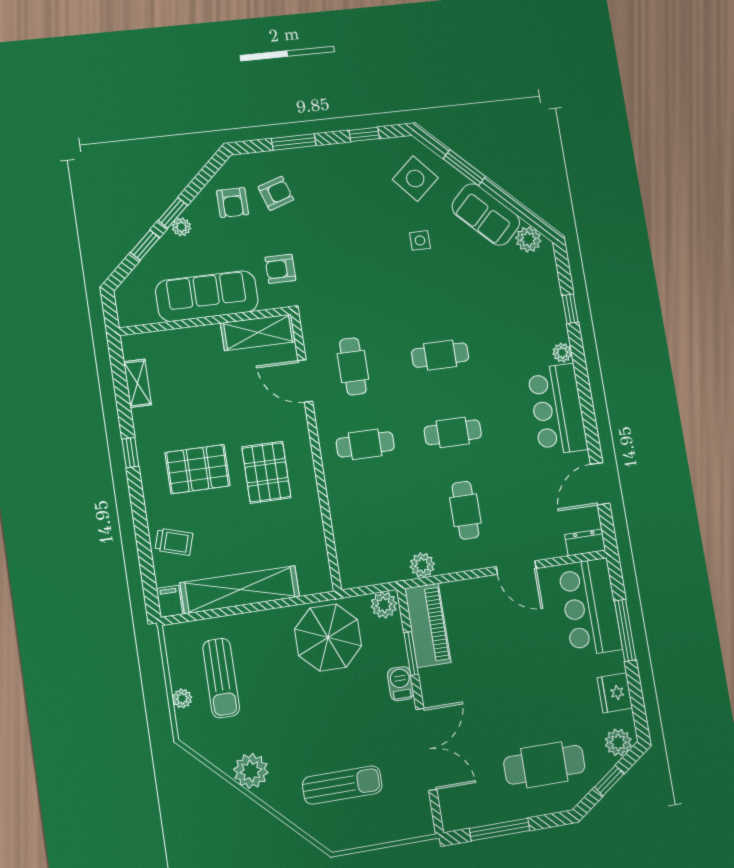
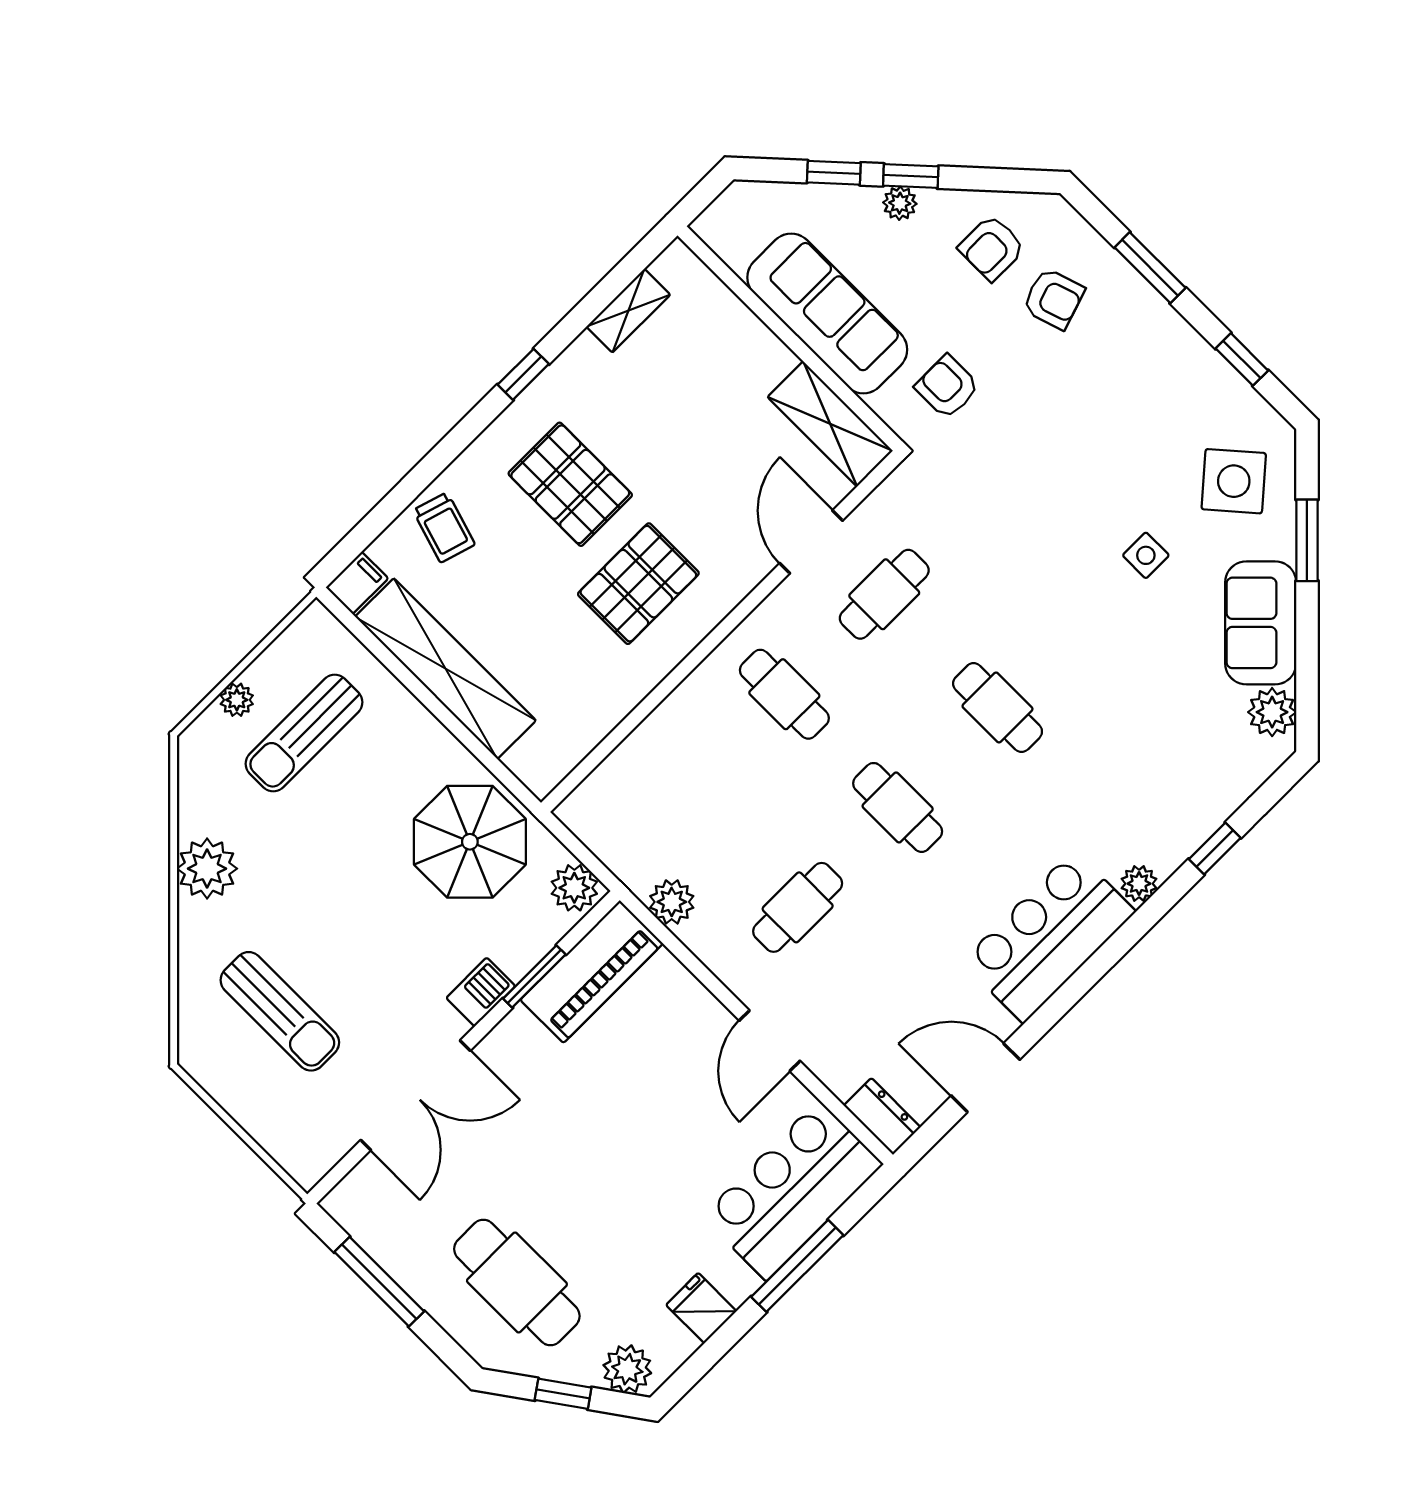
fridge: (615, 693) -> (701, 1308), width x0.72

